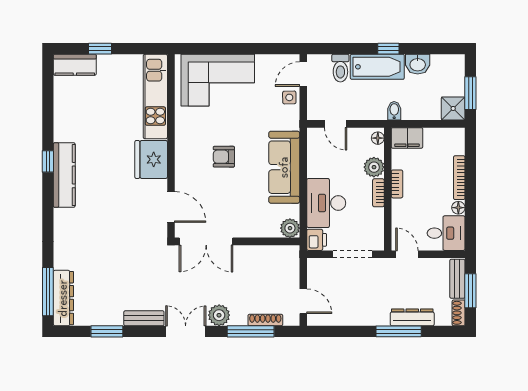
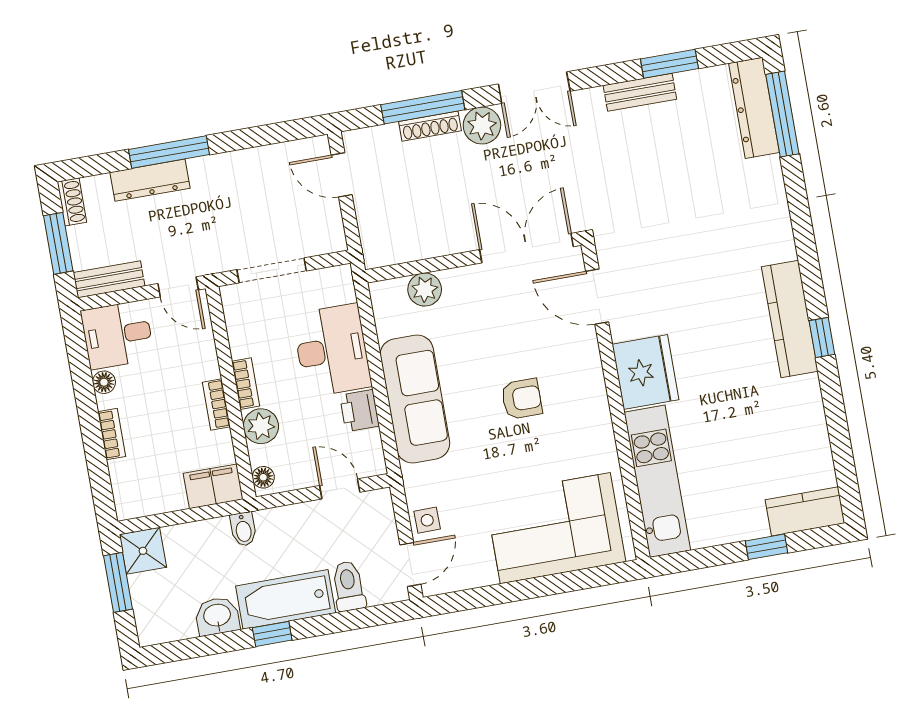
bookcase: (459, 178) -> (112, 434), width x0.64
plant: (290, 228) -> (425, 290), moved
printer: (317, 240) -> (360, 411), moved
bench: (457, 279) -> (109, 279), moved, turned 90
bench: (144, 318) -> (640, 92), moved
shoe rack: (265, 320) -> (430, 126), moved

